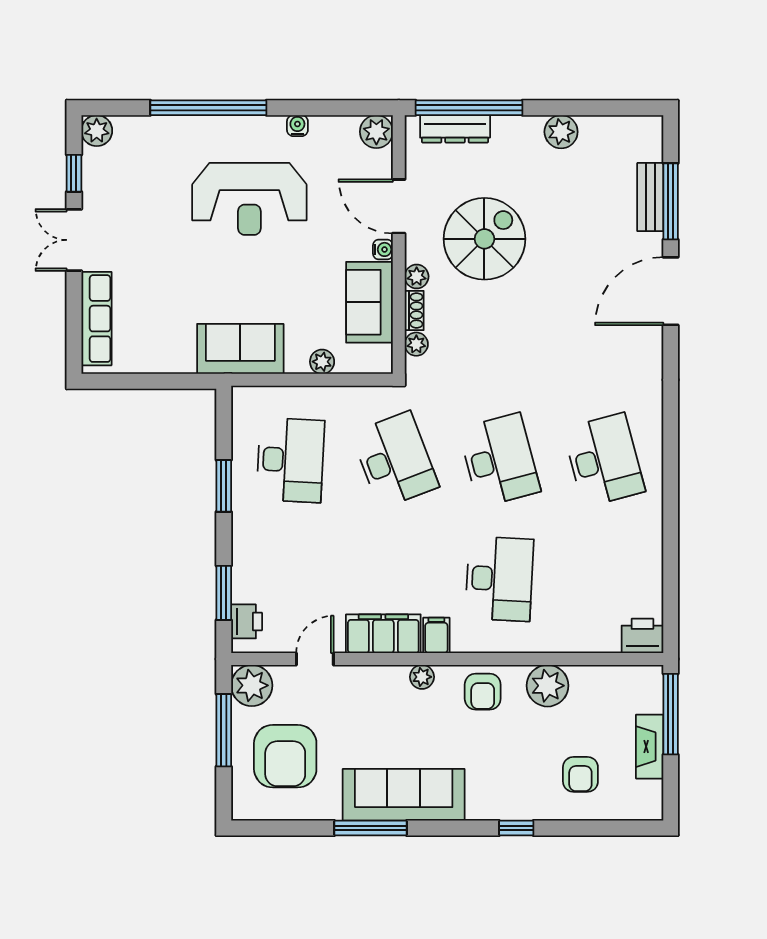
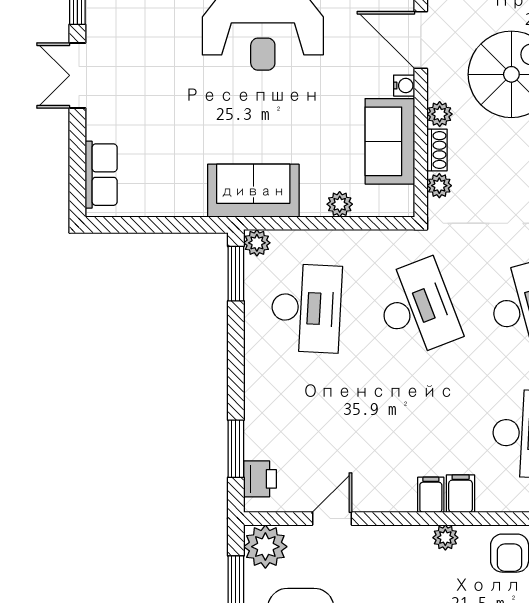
row of seats: (96, 319) -> (101, 175), width x0.68
plant: (244, 398) -> (257, 243), added
window: (224, 486) -> (236, 274), moved
filing cabinet: (383, 634) -> (431, 495), width x0.33, depth x0.86

